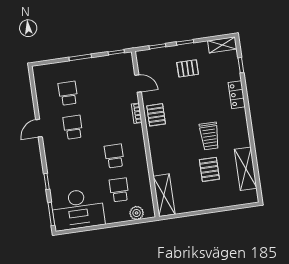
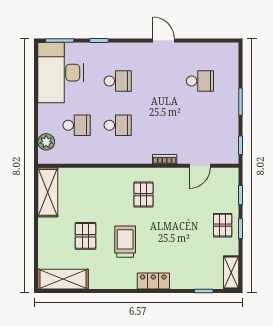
pallet: (188, 68) -> (223, 225), moved
locker: (237, 95) -> (153, 281), moved
pallet: (156, 115) -> (143, 195), moved, turned 90
school desk: (73, 127) -> (118, 81), moved
trolley: (209, 136) -> (125, 242), turned 90
pallet: (209, 169) -> (85, 236), turned 90
shelving: (246, 169) -> (63, 279), moved
shelving: (164, 195) -> (48, 192), moved, turned 90

